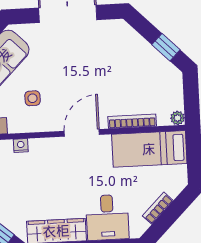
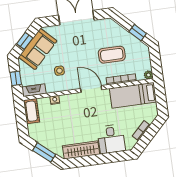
coffee table: (120, 80) -> (112, 55), added
door: (82, 133) -> (91, 89), hinge flipped

